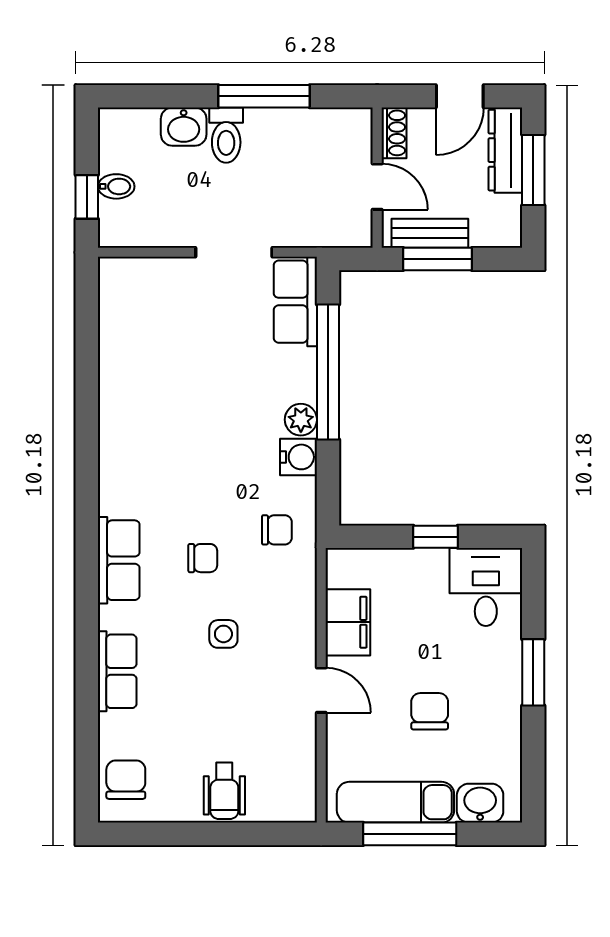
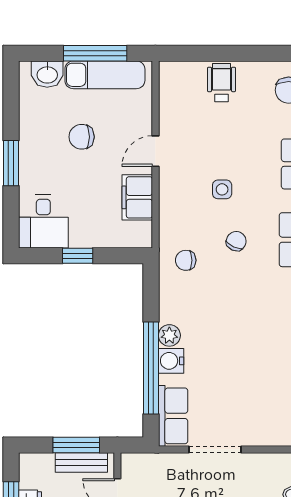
water cooler: (298, 457) -> (171, 361), moved
chair: (203, 558) -> (236, 241), turned 114
door: (321, 690) -> (155, 151), hinge flipped
chair: (430, 711) -> (82, 137), turned 90

